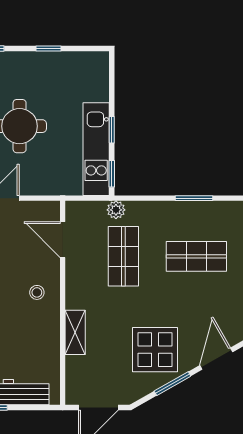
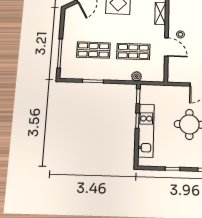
kitchen unit: (96, 149) -> (146, 131), moved
door: (63, 240) -> (166, 47), moved
shop shelf: (123, 256) -> (133, 51), turned 90

